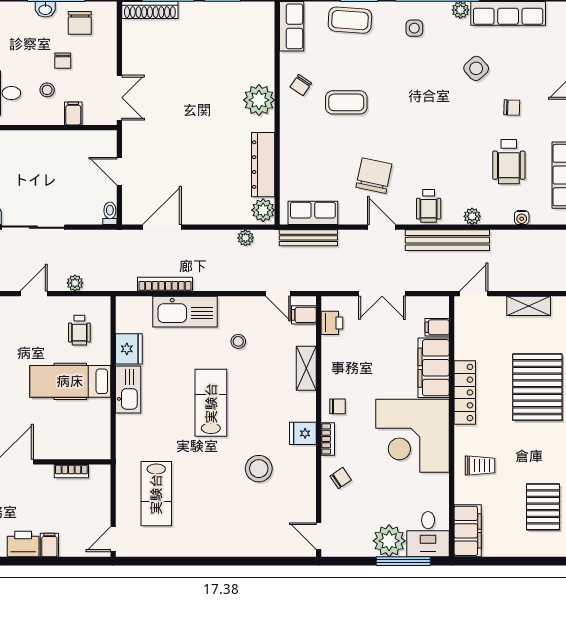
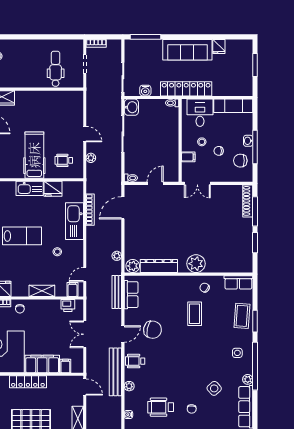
door: (162, 227) -> (123, 208), swing flipped

